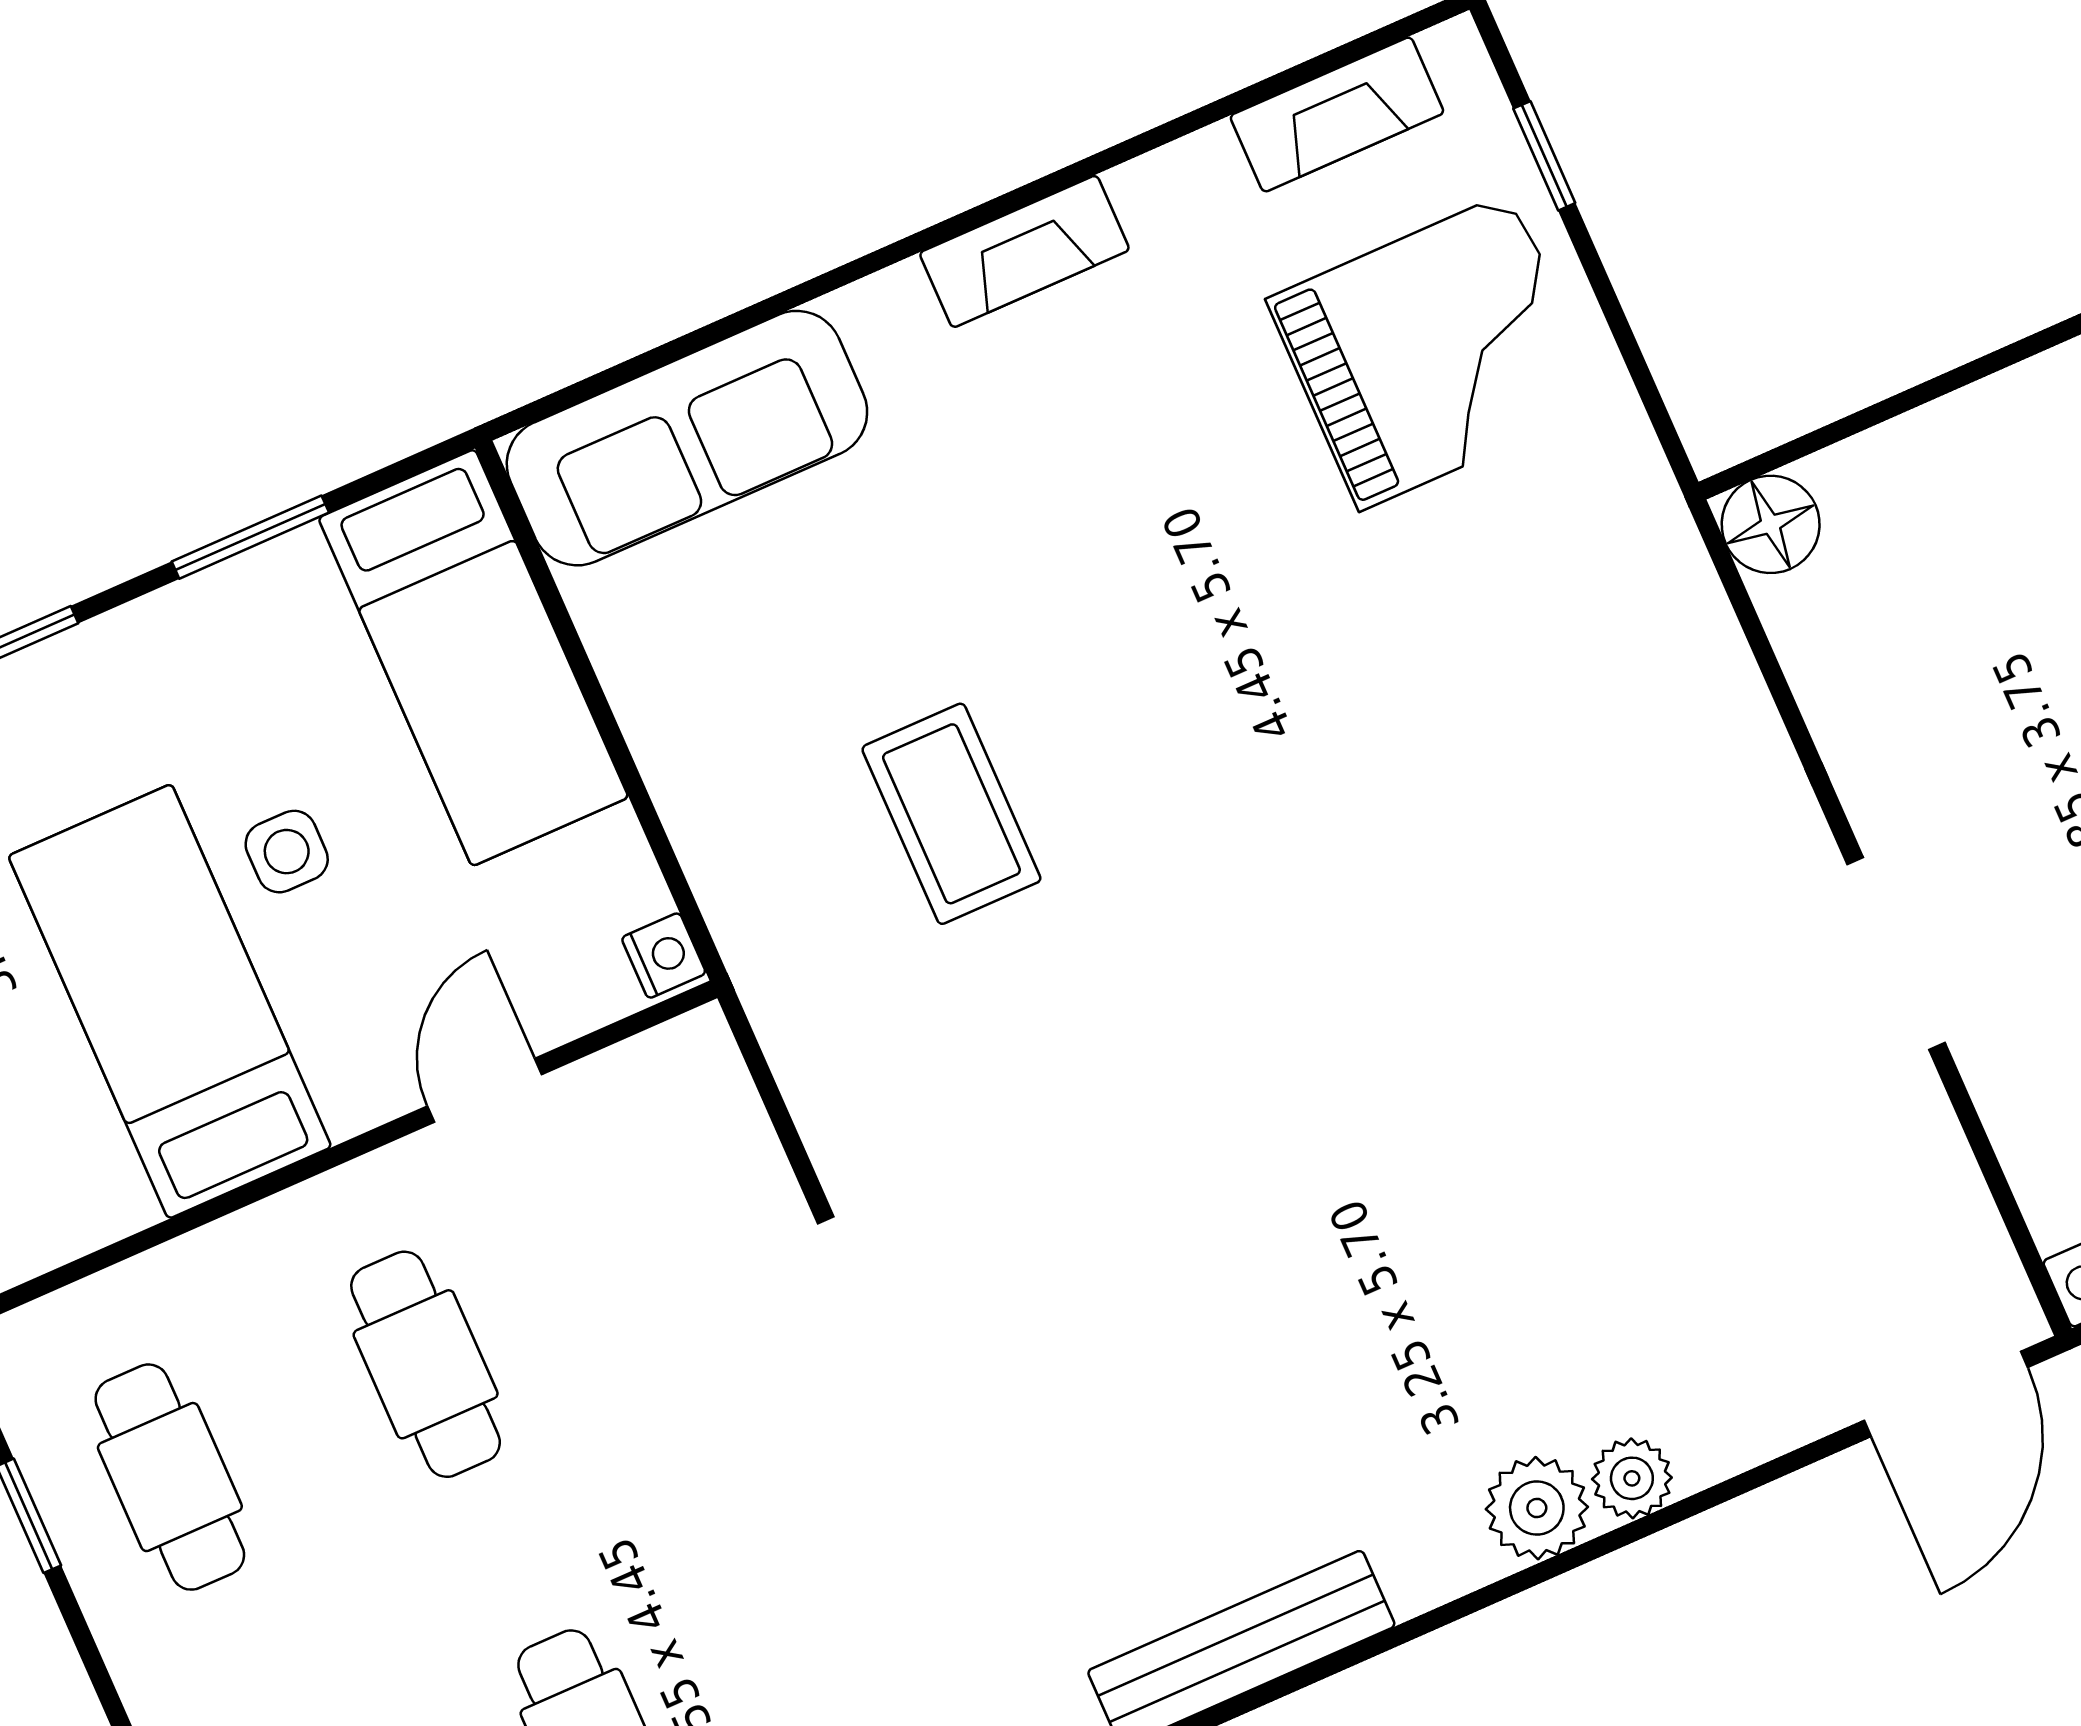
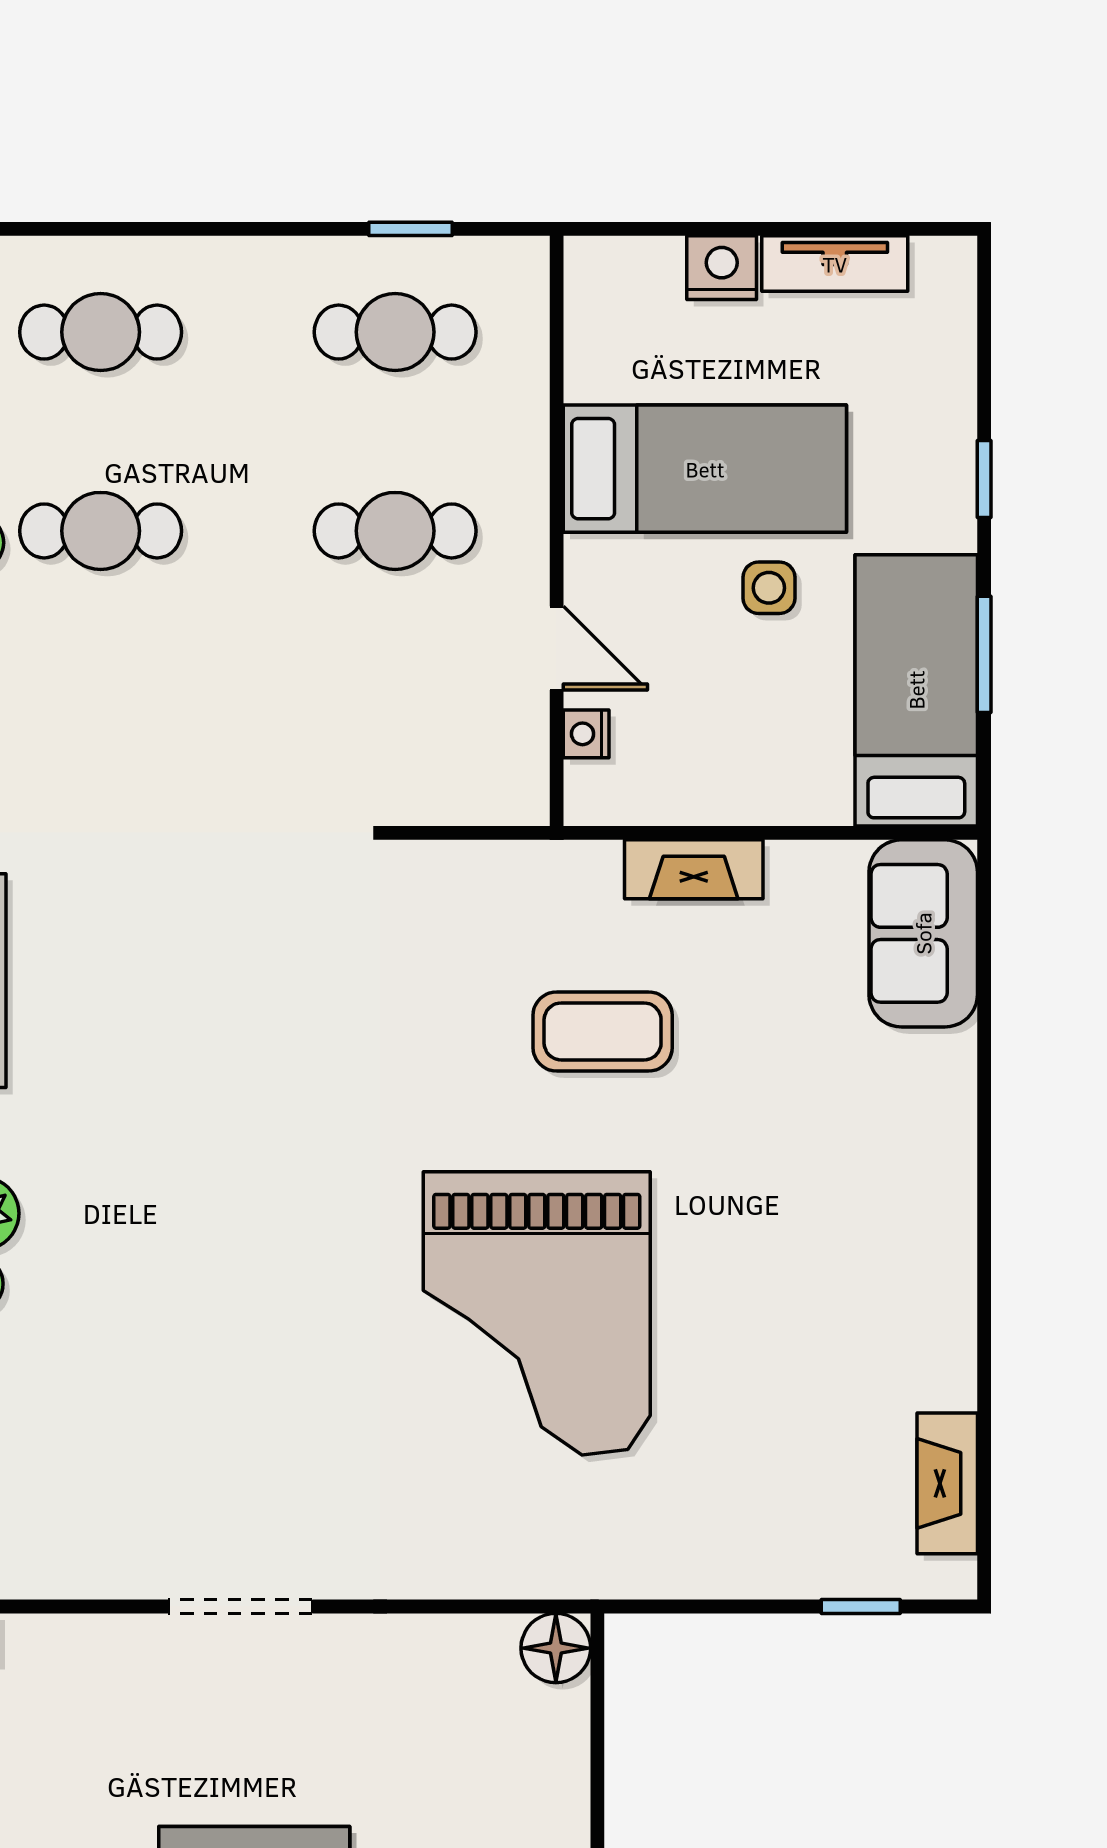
fireplace: (1024, 251) -> (694, 869), moved, turned -90
grand piano: (1435, 351) -> (537, 1313), moved, width x1.37, depth x1.48
sofa: (687, 438) -> (923, 933), width x0.73
bed: (473, 658) -> (916, 690), moved, turned 90
nightstand: (664, 956) -> (586, 734), moved, turned 90

